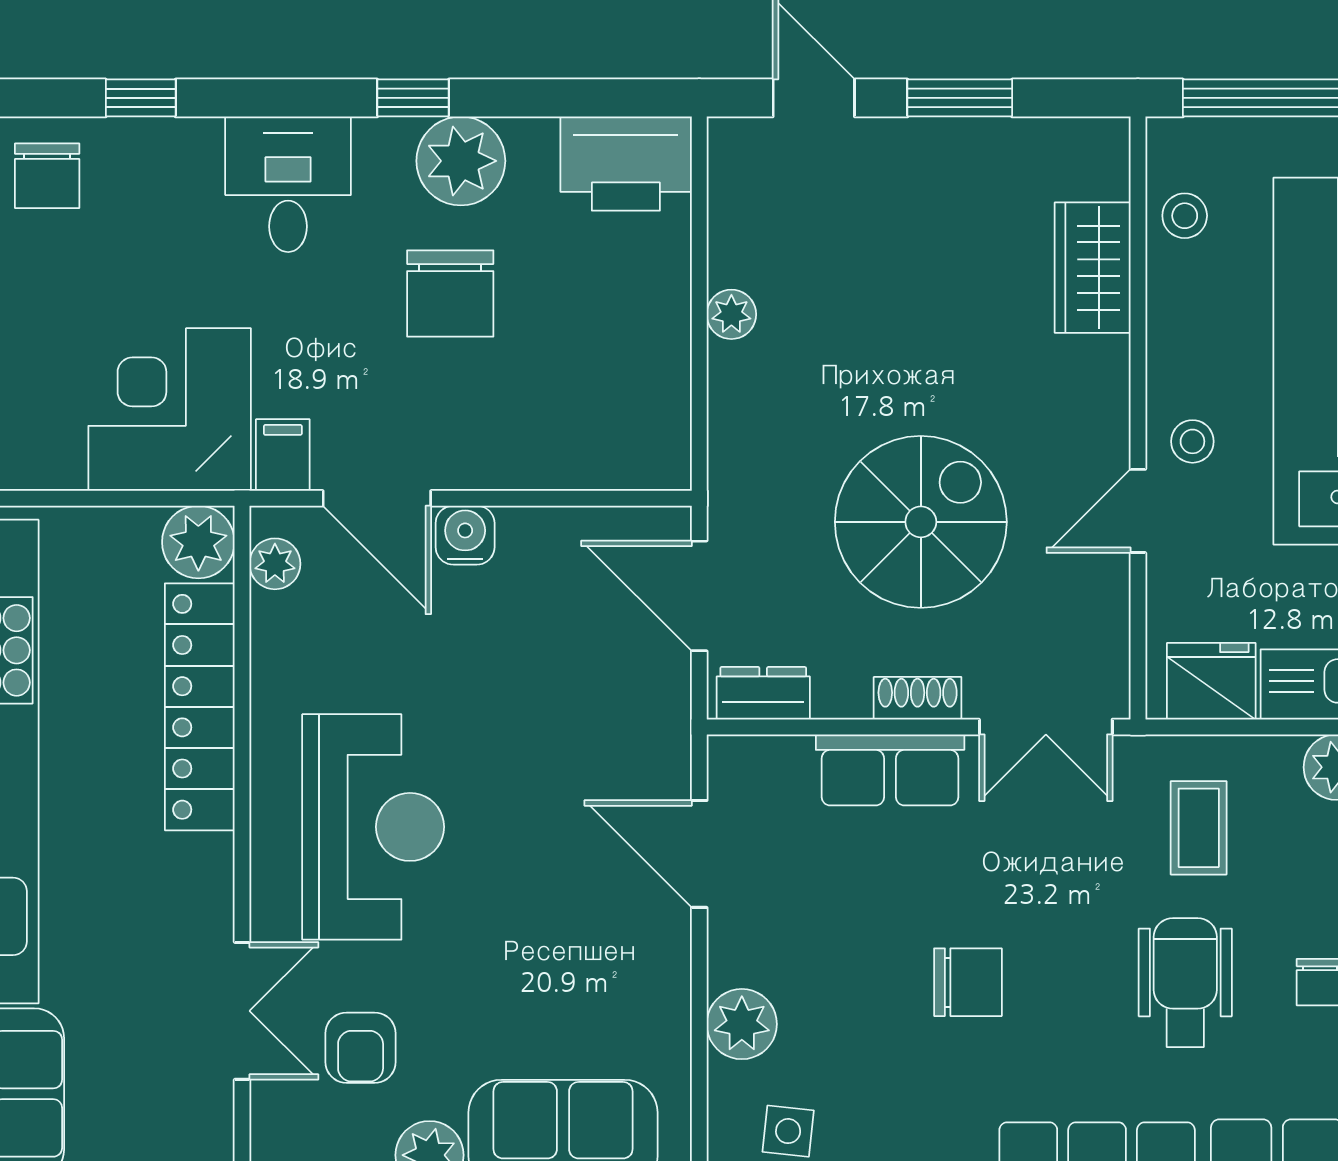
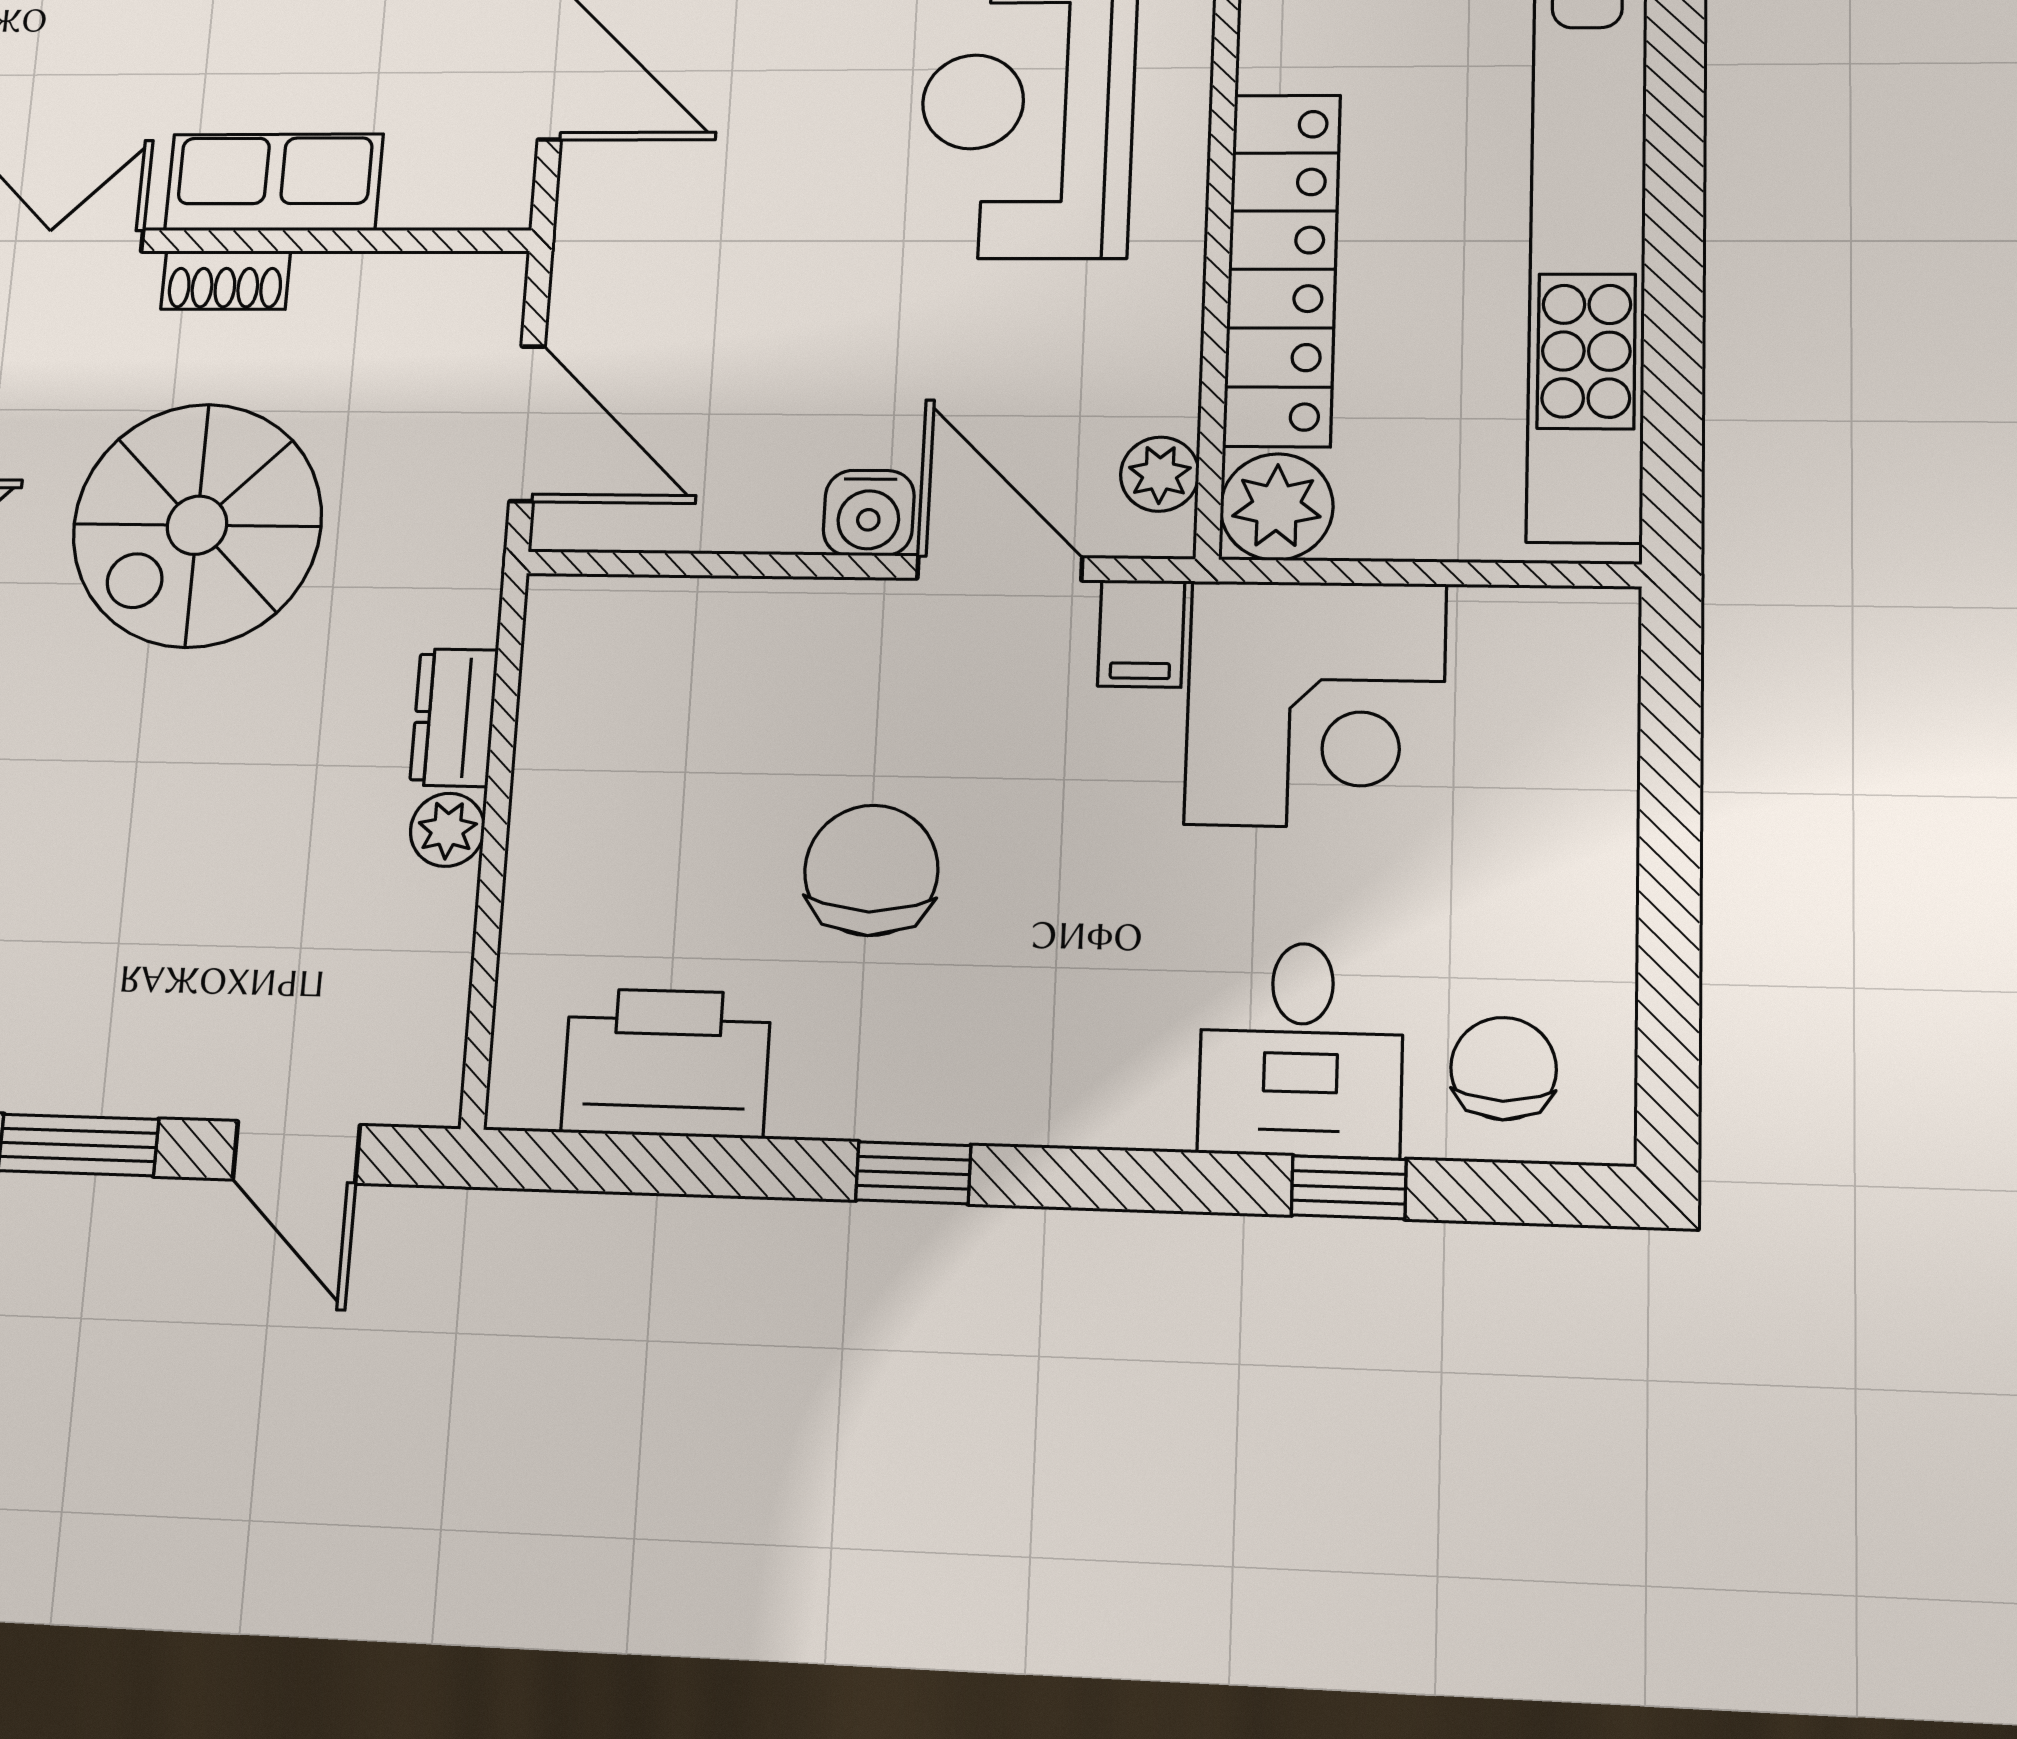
plant: (461, 161) -> (844, 1072), removed
printer: (626, 164) -> (666, 1063), moved
desk: (288, 184) -> (1301, 1049), moved
dresser: (763, 693) -> (454, 717), moved, turned 90

